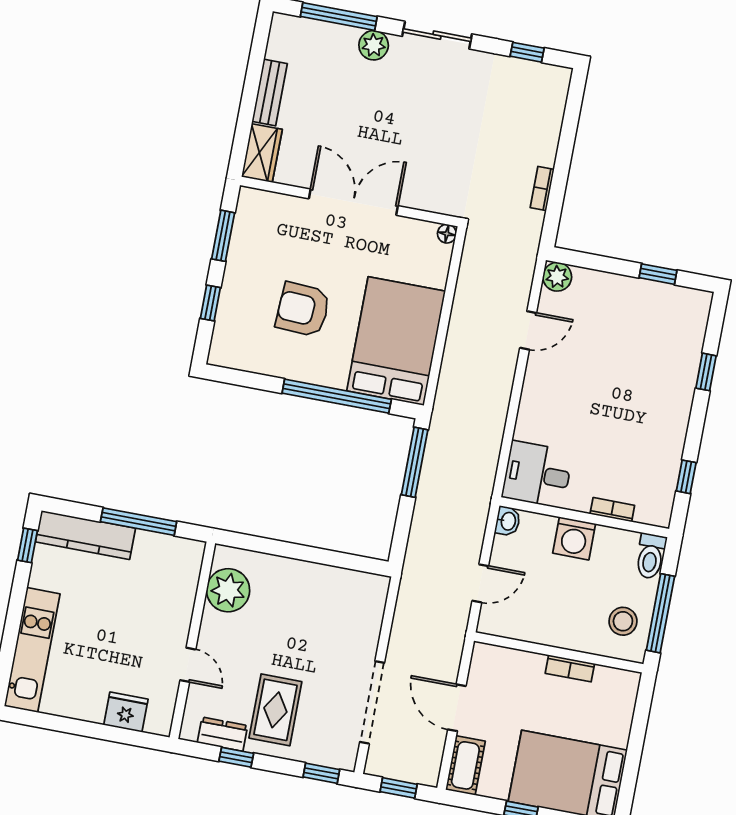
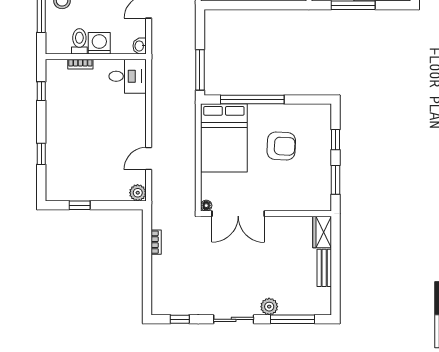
double door: (353, 202) -> (238, 214), moved
toilet: (651, 556) -> (79, 41), moved

